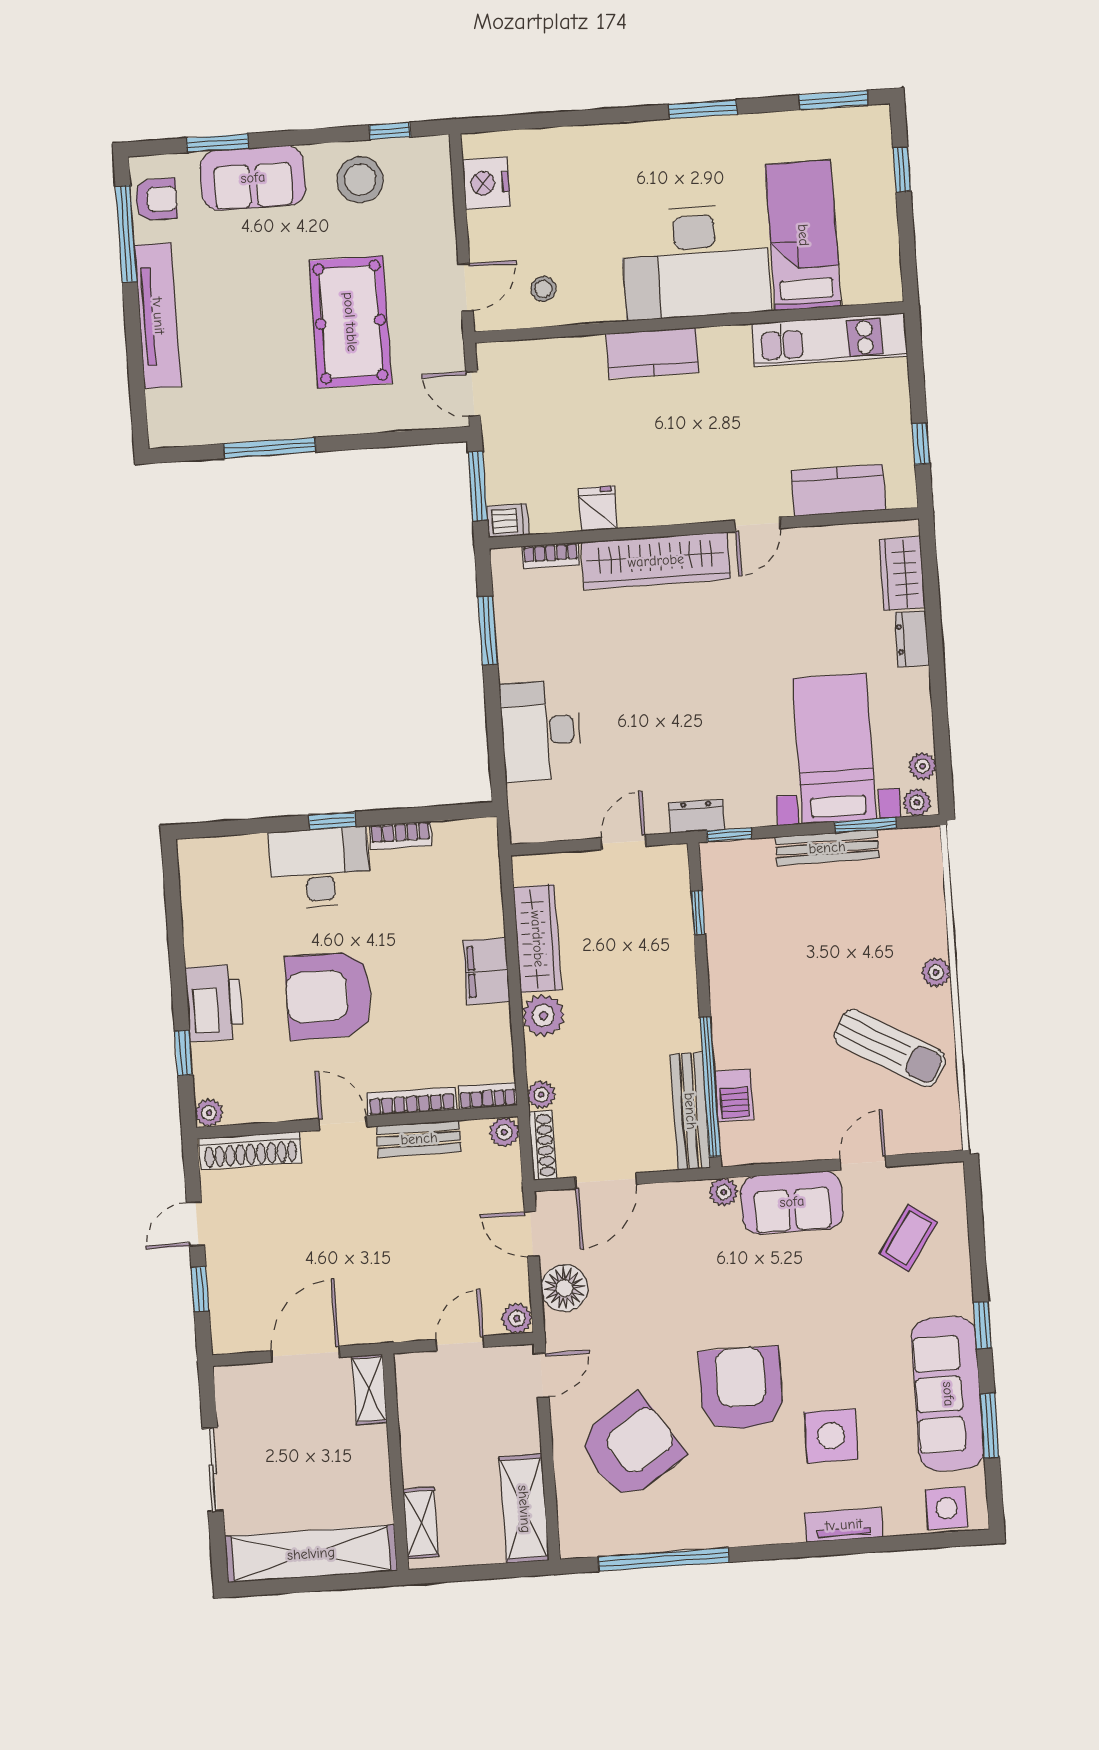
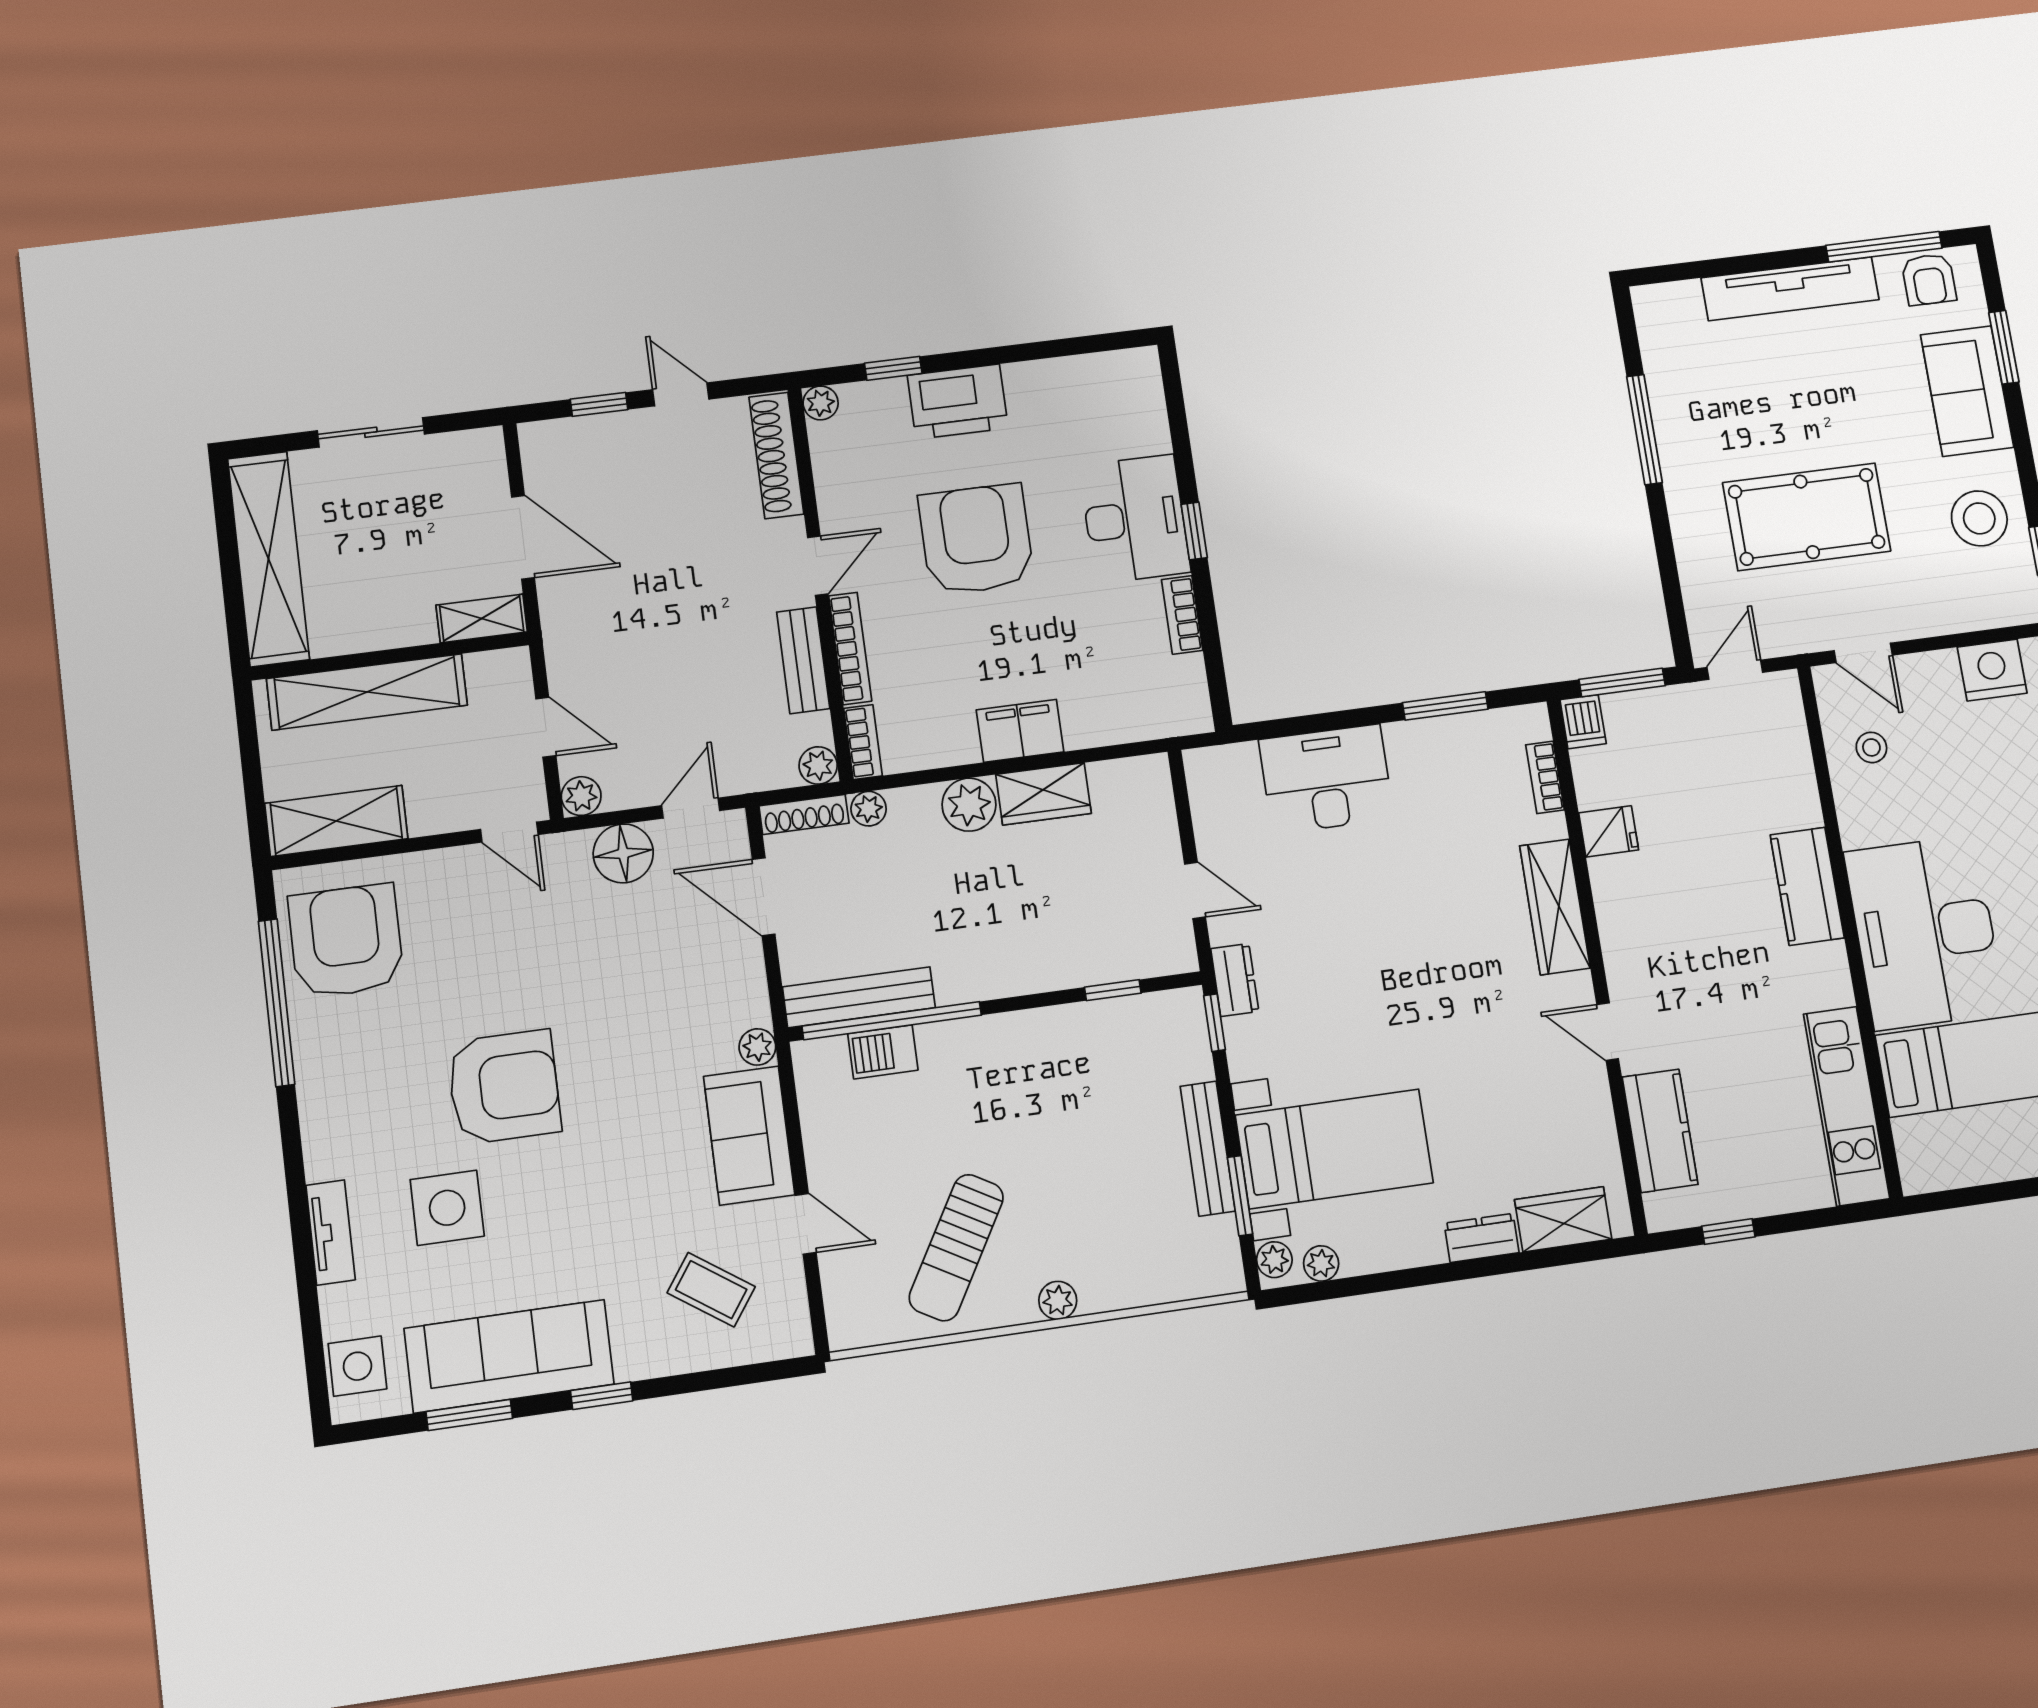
wardrobe: (656, 561) -> (1555, 907), width x0.71, depth x0.85
wardrobe: (537, 939) -> (1043, 794), width x0.67
armchair: (631, 1447) -> (346, 941), moved, turned -146
shelving: (421, 1523) -> (367, 692), width x2.20, depth x1.33

